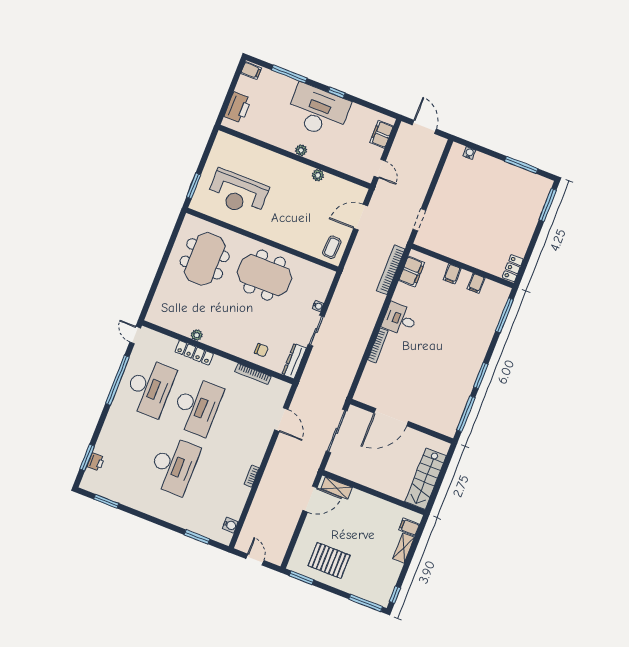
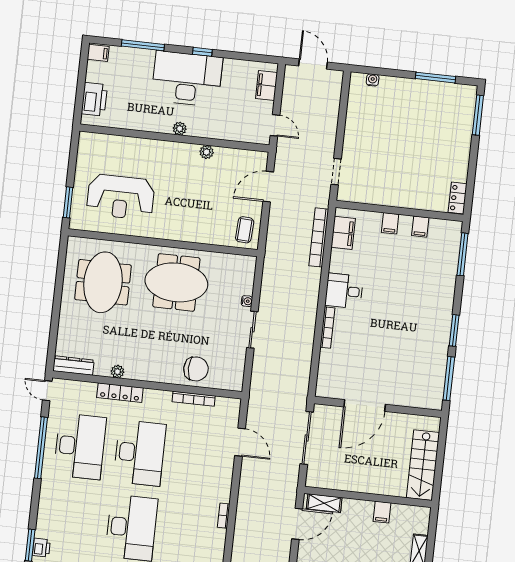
chair: (261, 350) -> (196, 369), width x1.87, depth x1.87
dresser: (294, 361) -> (73, 366), moved, turned 90
filing cabinet: (409, 527) -> (382, 512), moved, turned -90

